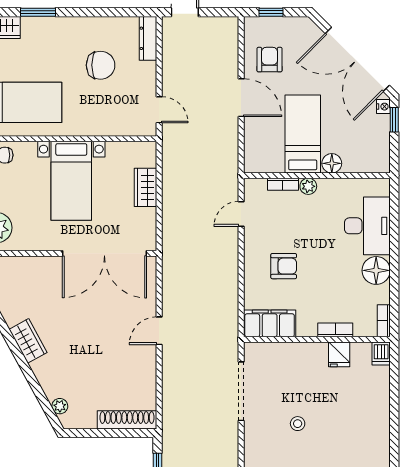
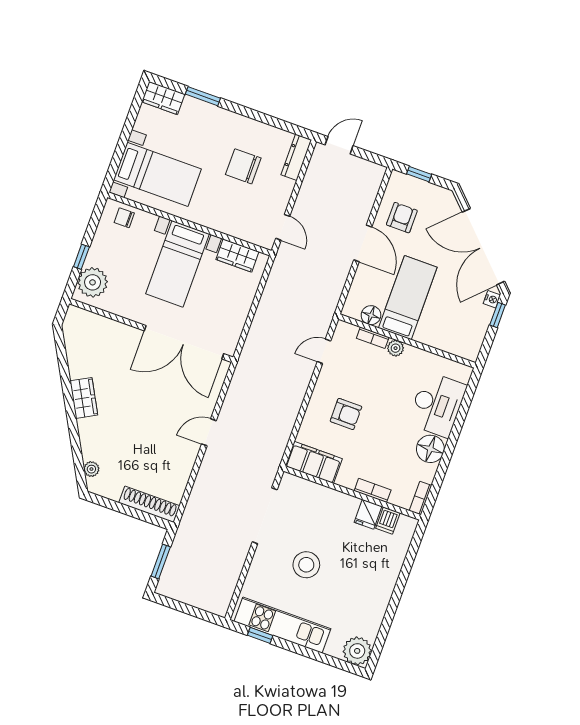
chair: (101, 65) -> (243, 166), turned 180
floor lamp: (332, 163) -> (371, 315), moved
wardrobe: (146, 187) -> (237, 256), moved, turned -90
dishwasher: (381, 353) -> (388, 521), moved
stool: (298, 424) -> (306, 565), width x1.89, depth x1.89

